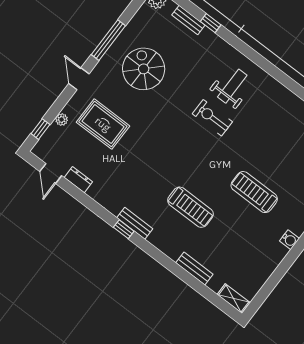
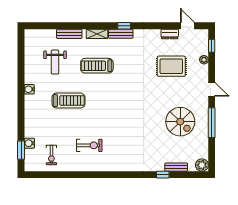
weight bench: (232, 86) -> (55, 62), moved
exercise bike: (212, 118) -> (89, 145), moved
rug: (103, 124) -> (171, 66), moved
shelving: (234, 298) -> (97, 34), moved

